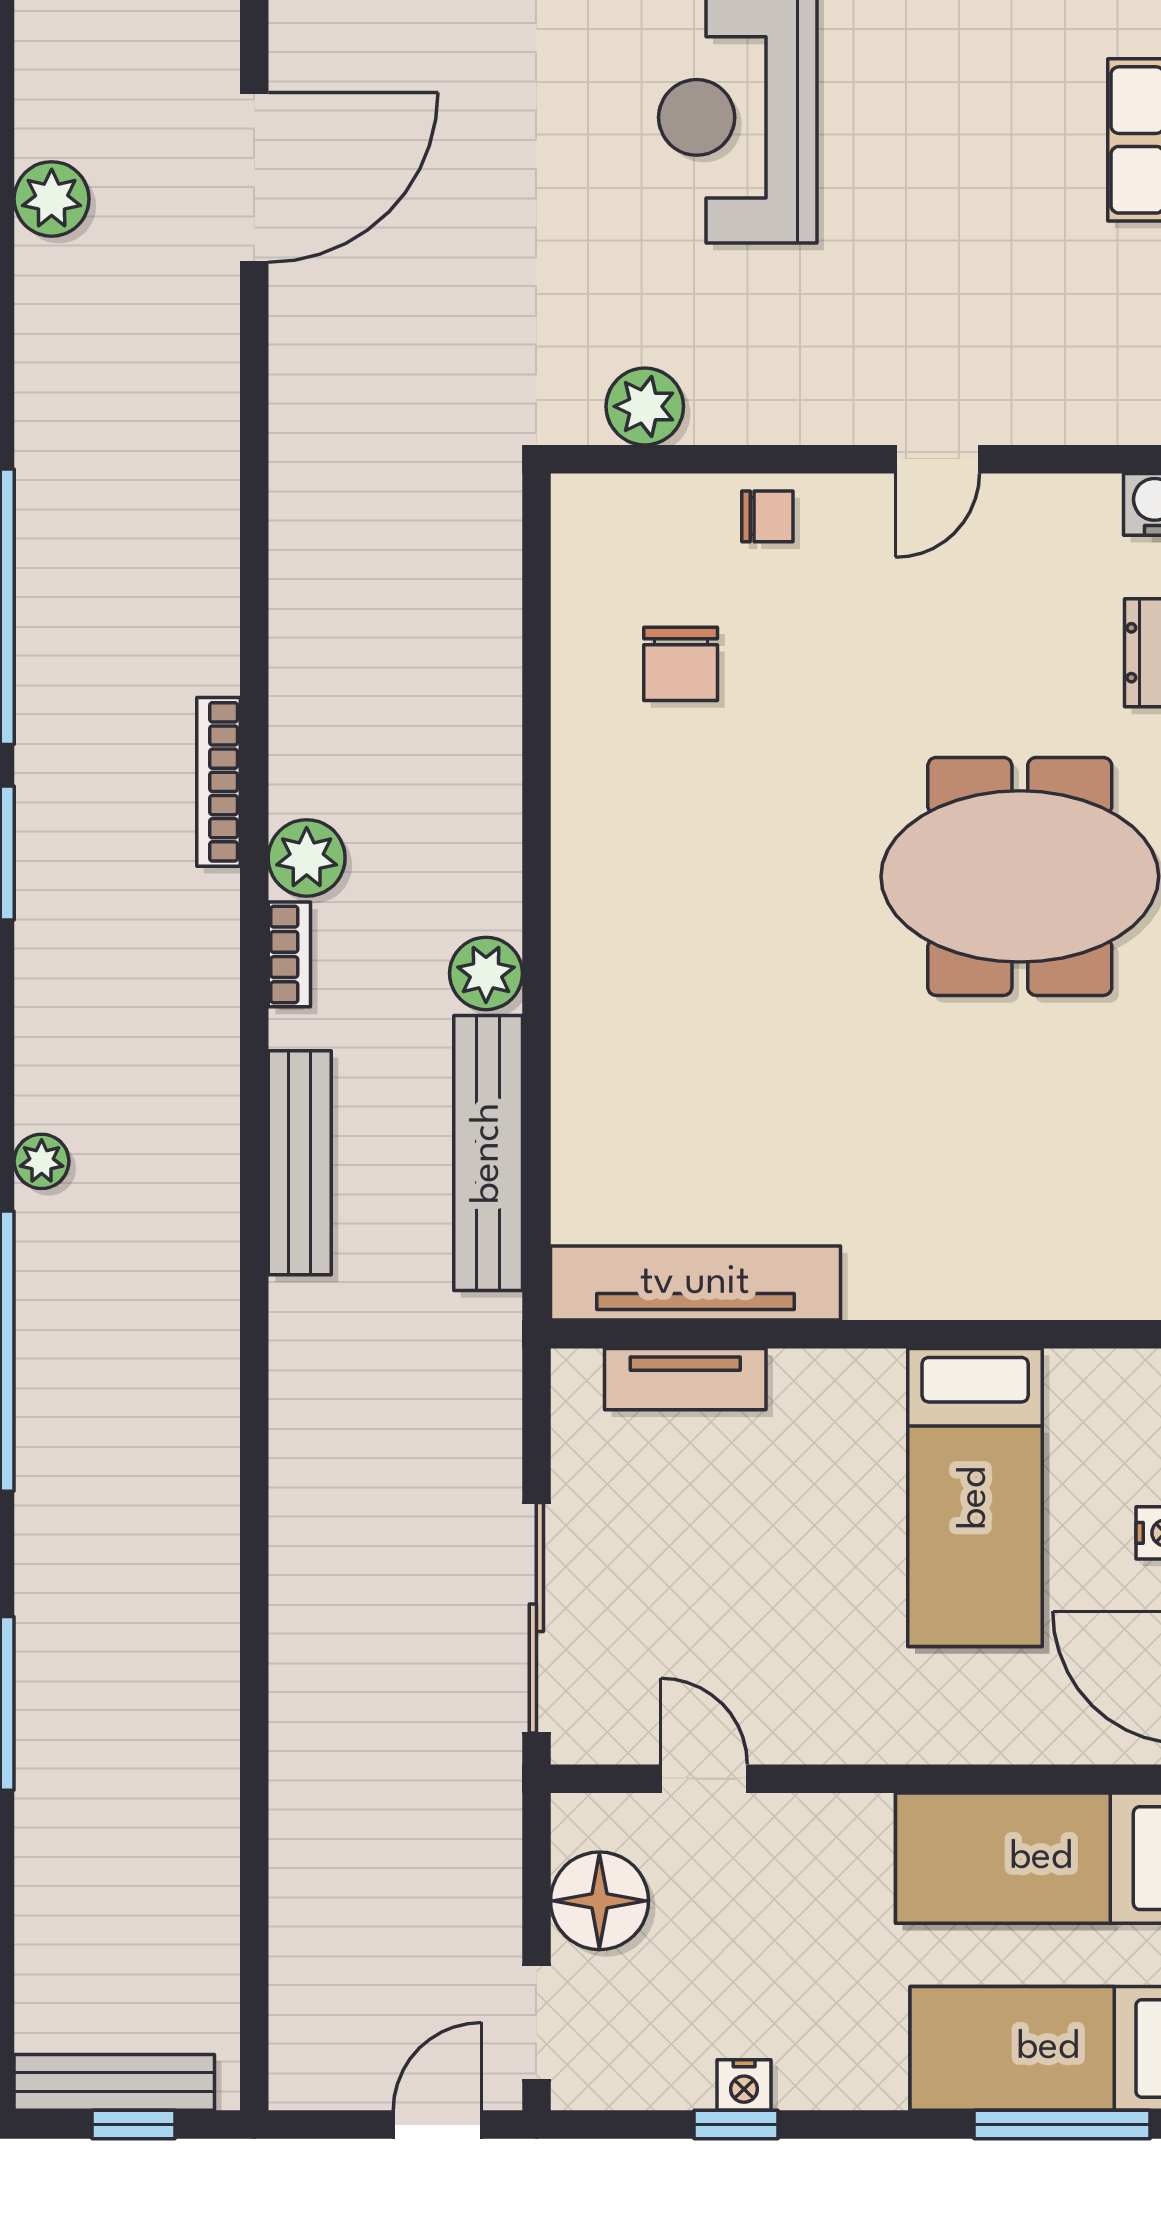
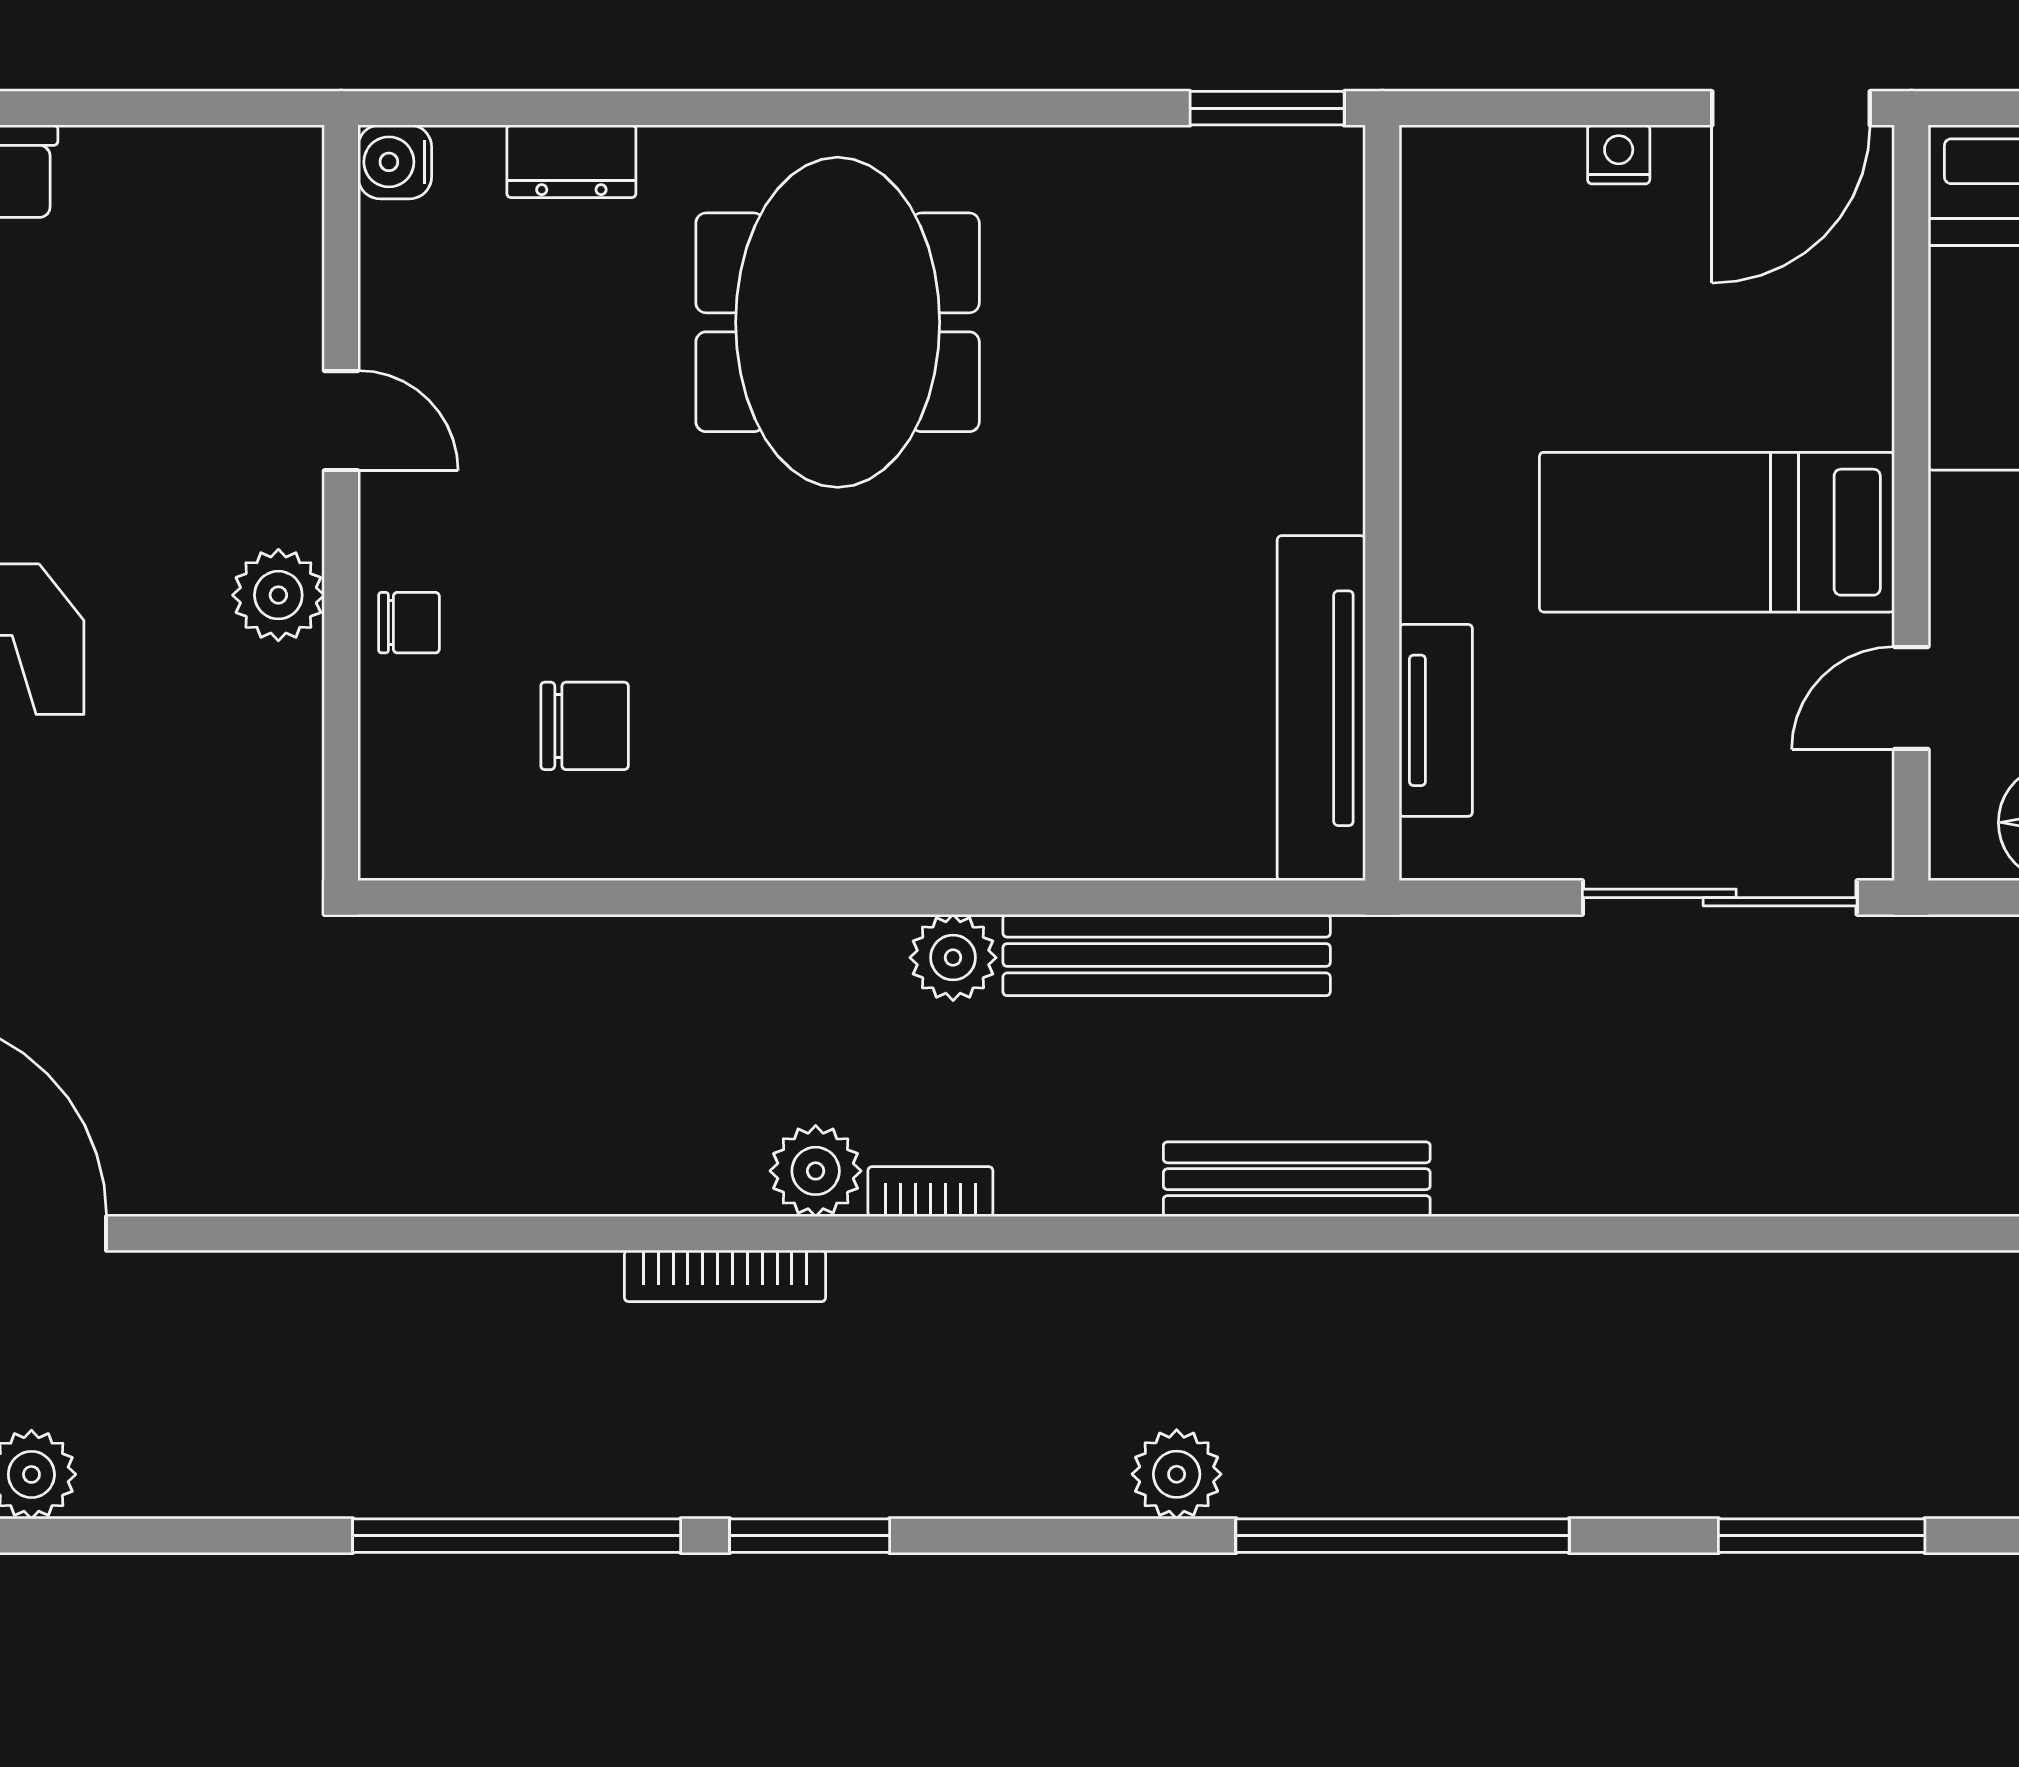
plant: (645, 406) -> (278, 595), moved
chair: (767, 516) -> (409, 623), turned 90
plant: (42, 1161) -> (1177, 1474), width x1.38, depth x1.38
bench: (300, 1163) -> (1297, 1179), moved
bed: (975, 1498) -> (1717, 532), moved, turned 180

